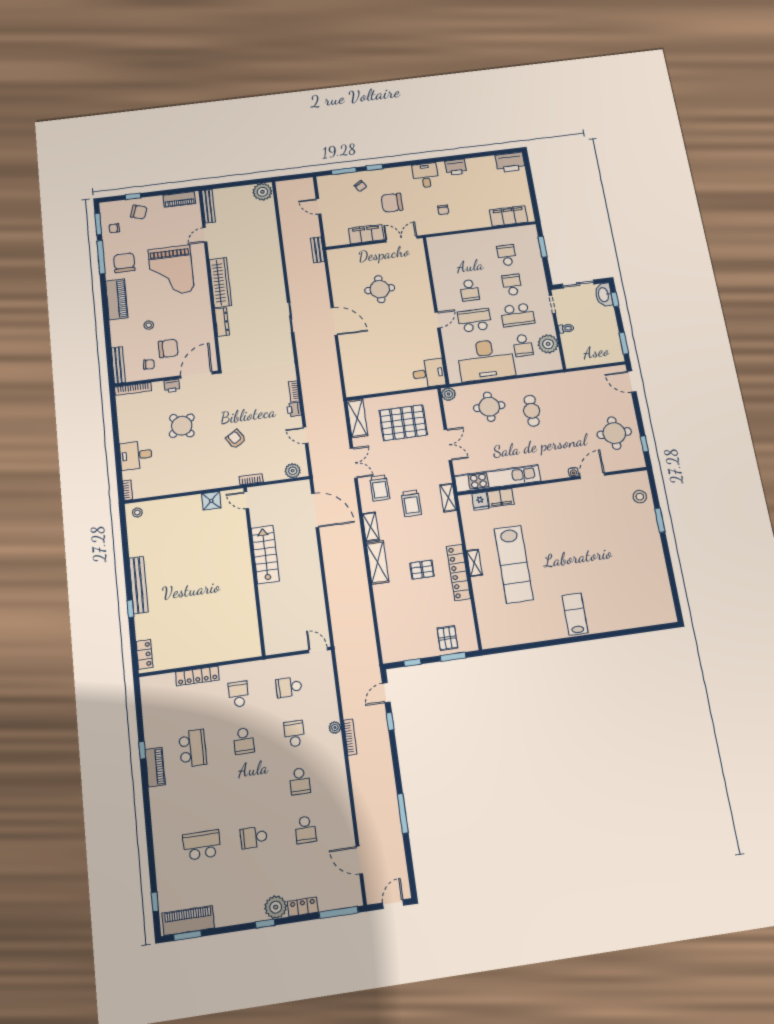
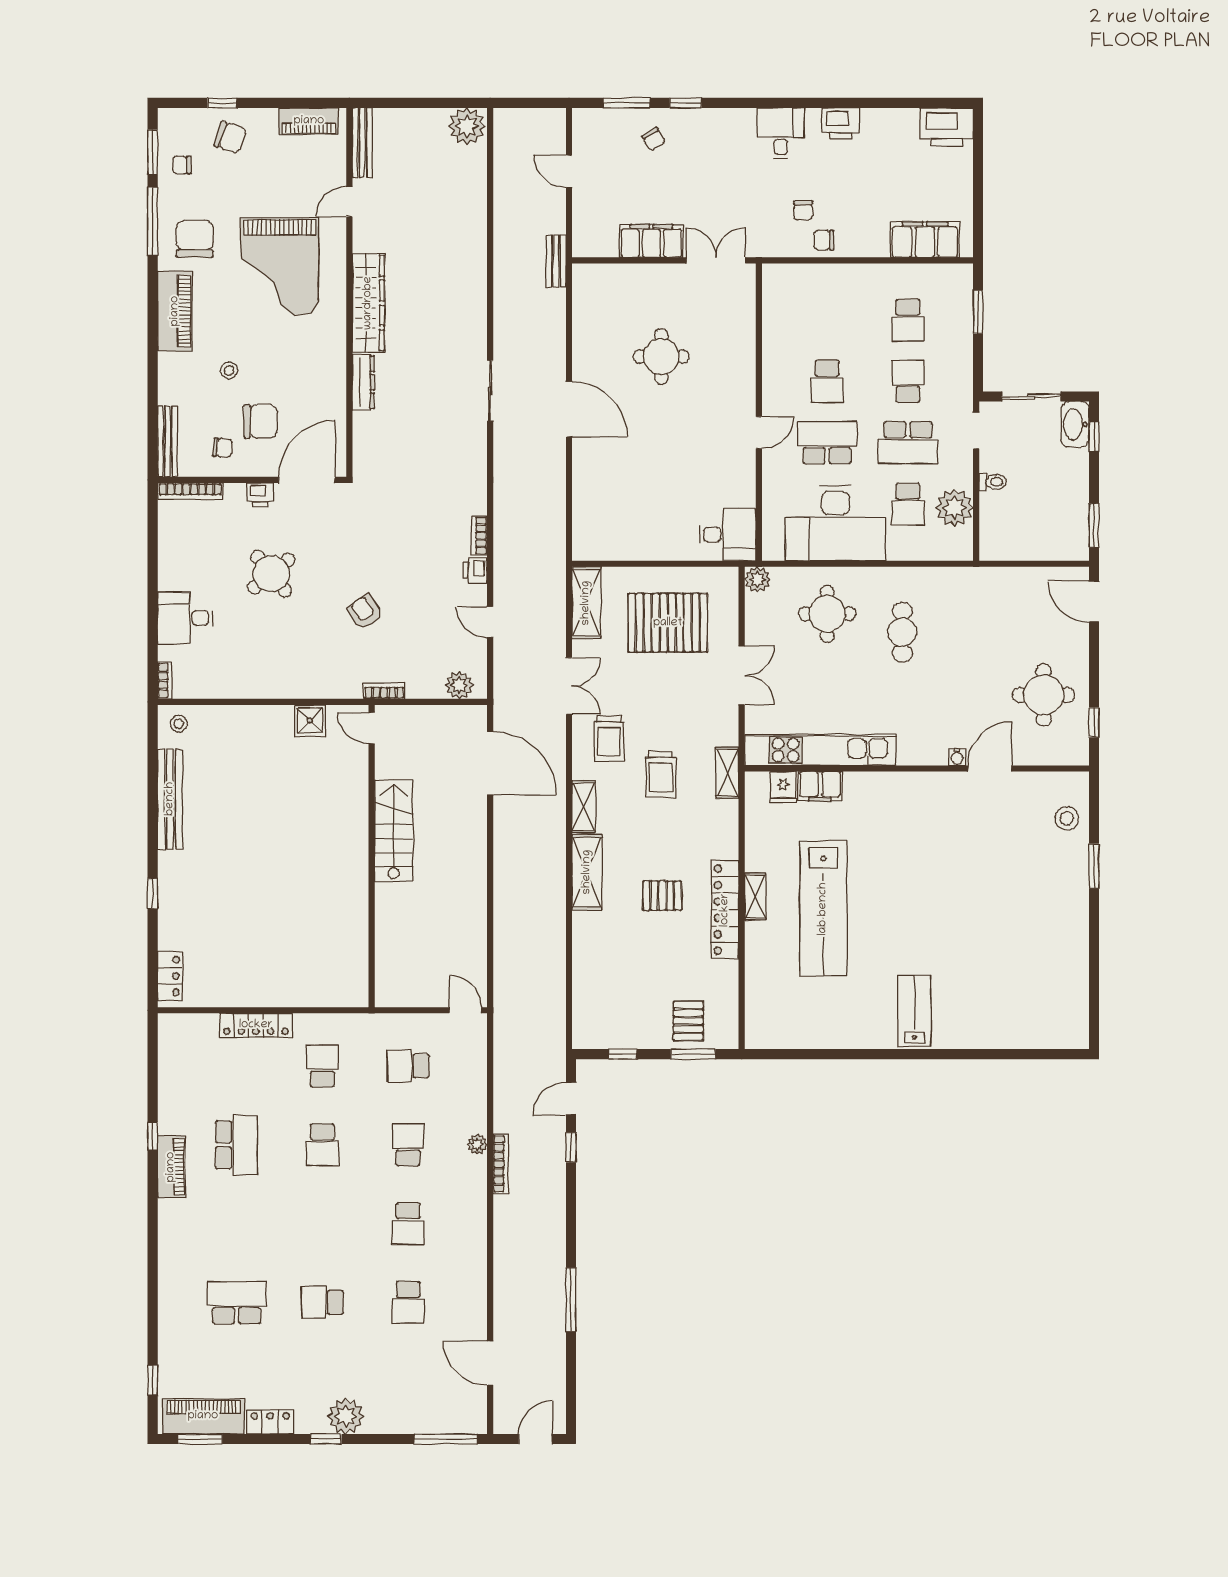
chair: (392, 203) -> (824, 240), moved, width x0.54, depth x0.54
school desk: (507, 255) -> (908, 320), turned 180
bench: (139, 585) -> (170, 799), moved
locker: (303, 907) -> (270, 1422), moved

